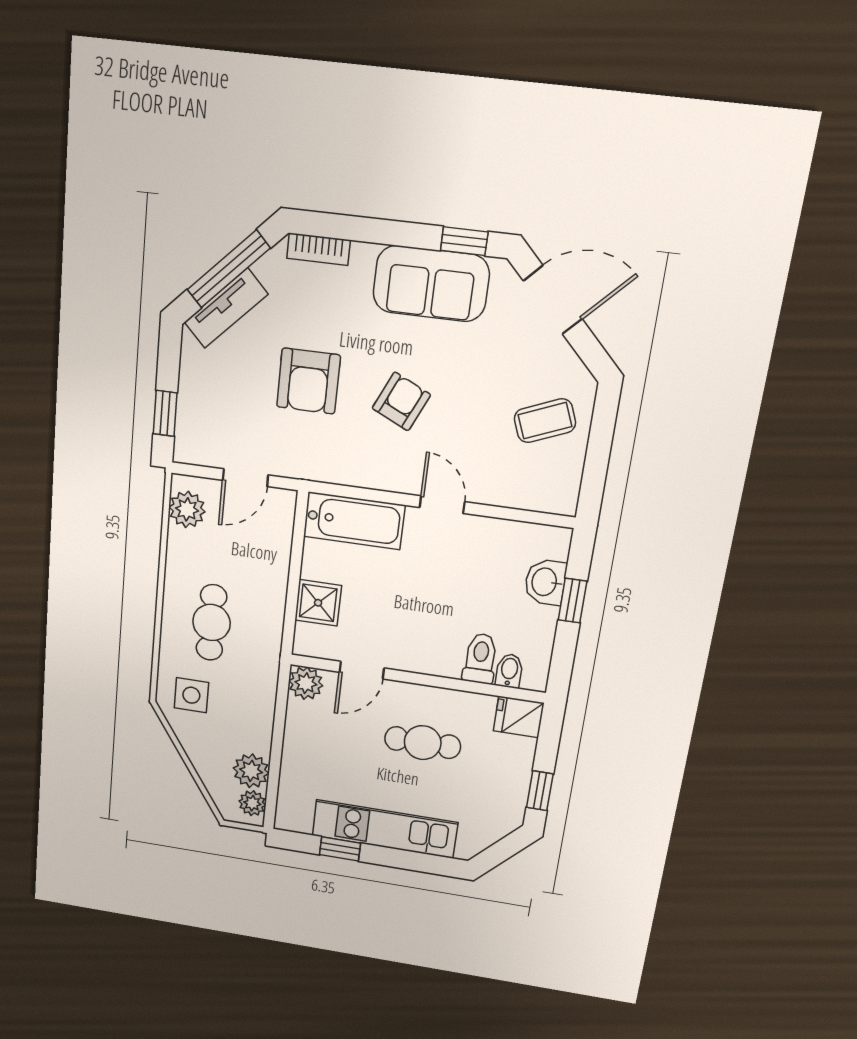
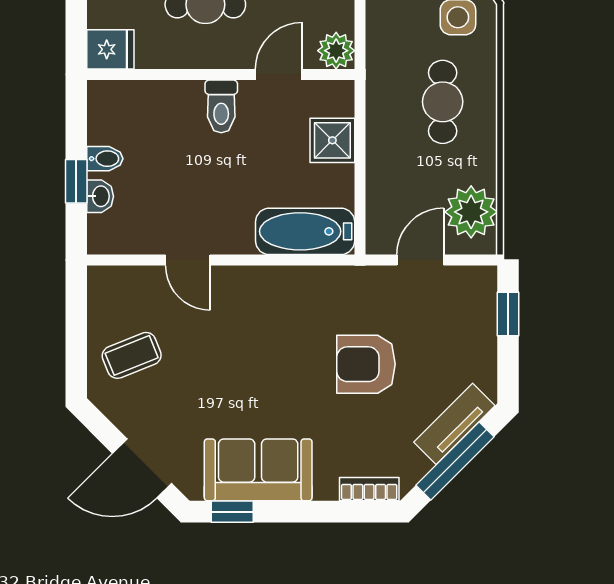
armchair: (308, 381) -> (366, 364), turned -90
armchair: (401, 402) -> (272, 356), removed
door: (442, 505) -> (188, 260), moved
plant: (187, 509) -> (471, 212), width x1.36, depth x1.36
washbasin: (545, 582) -> (100, 196), width x0.72, depth x0.69
toilet: (480, 658) -> (221, 106), moved
bidet: (509, 671) -> (105, 159), moved, turned -90

